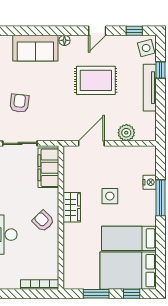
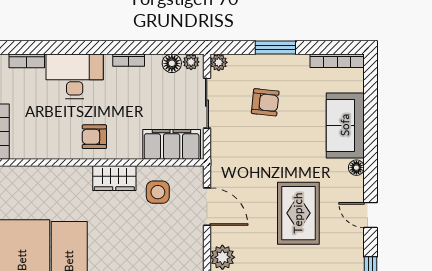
side table: (110, 196) -> (158, 192), moved
armchair: (43, 221) -> (94, 137), turned -135

